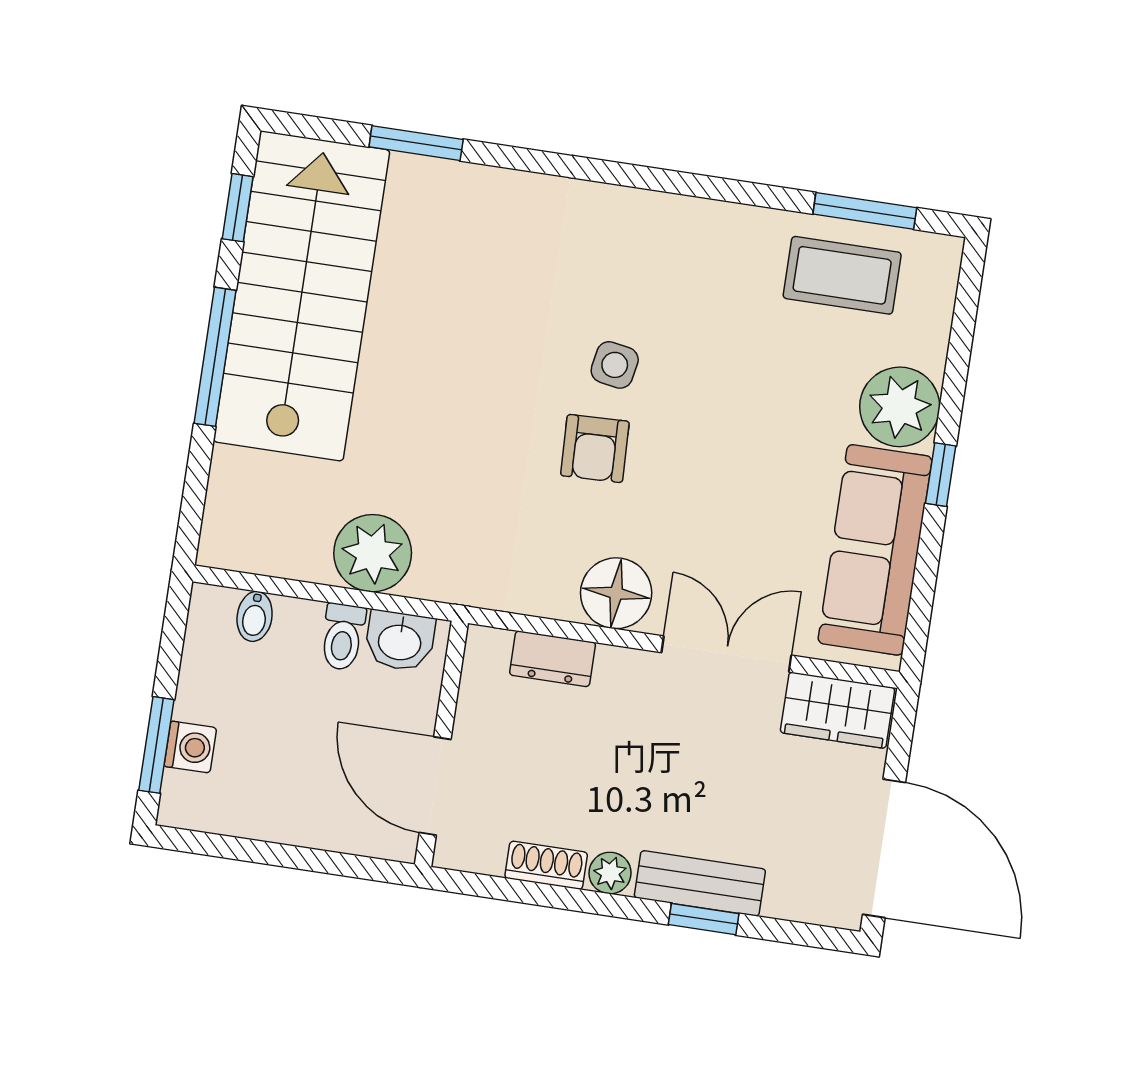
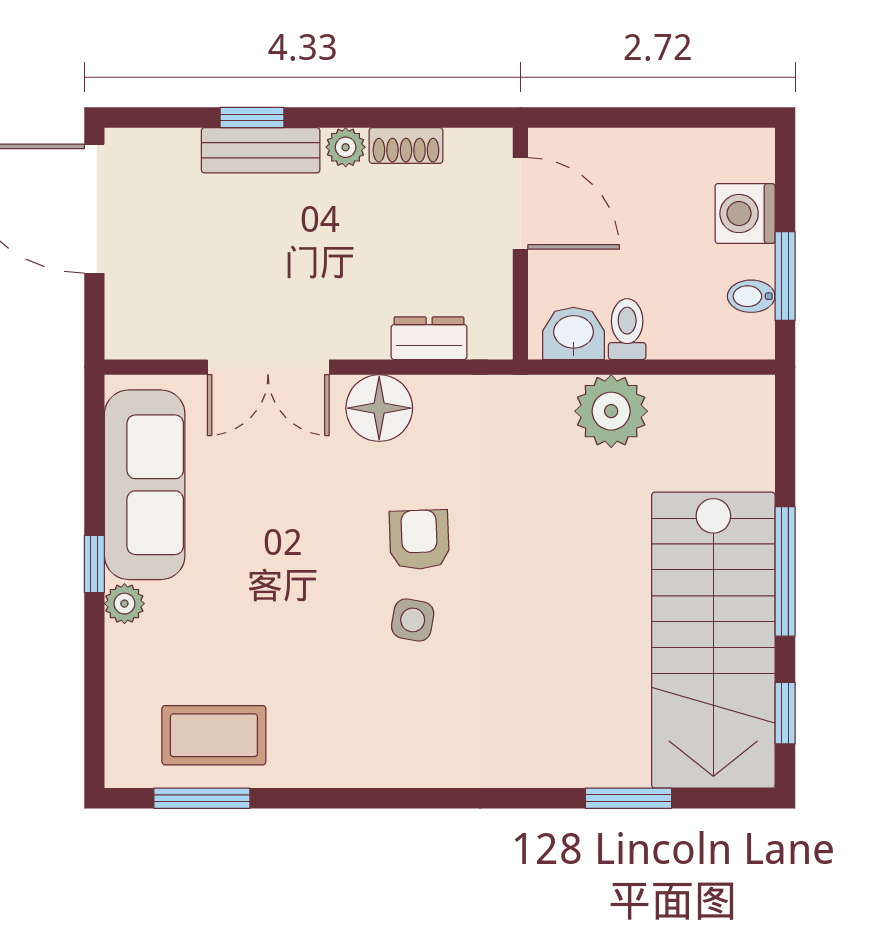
plant: (900, 407) -> (124, 604), width x0.53, depth x0.53
bidet: (255, 616) -> (751, 296), moved, turned -90
wardrobe: (838, 710) -> (157, 330), removed
window: (156, 745) -> (785, 276), moved
washing machine: (190, 747) -> (745, 214), width x1.38, depth x1.38

